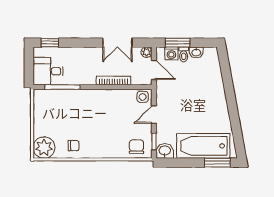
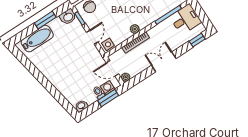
double door: (117, 43) -> (164, 62), moved
washbasin: (196, 52) -> (81, 106), moved
plant: (105, 95) -> (135, 29), added
bathtub: (203, 146) -> (37, 39), width x0.73, depth x0.73
window: (217, 163) -> (45, 20), moved

